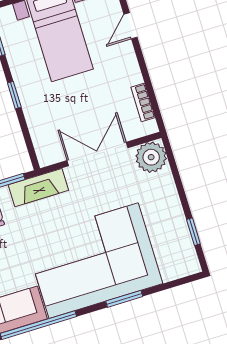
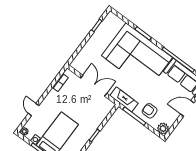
door: (130, 26) -> (34, 110), swing flipped
double door: (97, 154) -> (94, 86), swing flipped
plant: (151, 157) -> (80, 64), removed

